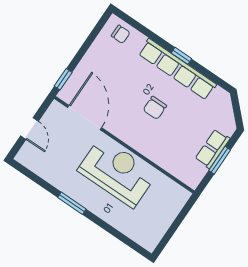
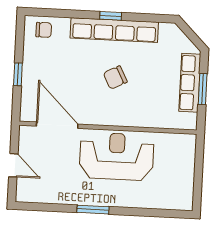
window: (63, 79) -> (18, 74), moved
chair: (155, 108) -> (115, 78), turned 63
row of seats: (212, 149) -> (190, 83), width x1.48

